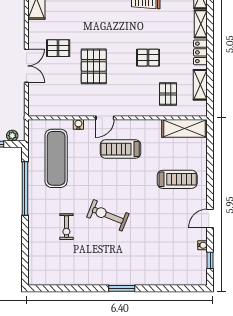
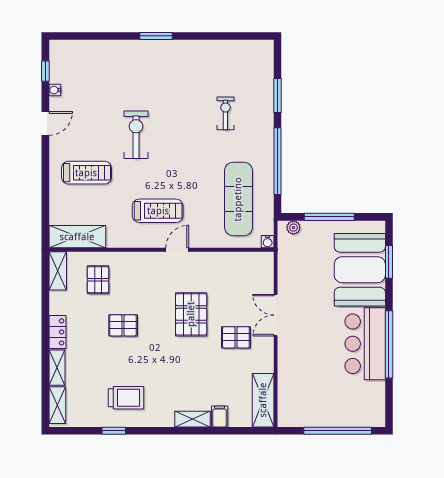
shelving: (200, 85) -> (58, 271), moved
water cooler: (78, 124) -> (268, 242), moved
treadmill: (177, 179) -> (86, 173), turned 180
exercise bike: (108, 215) -> (136, 135), moved, turned -112
window: (25, 241) -> (277, 95), added

